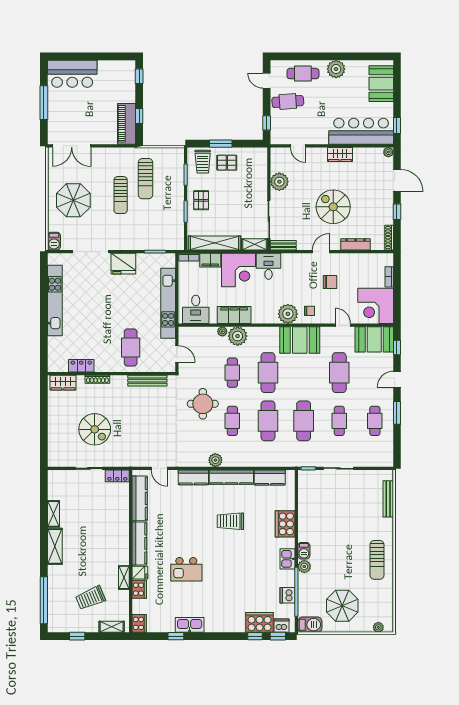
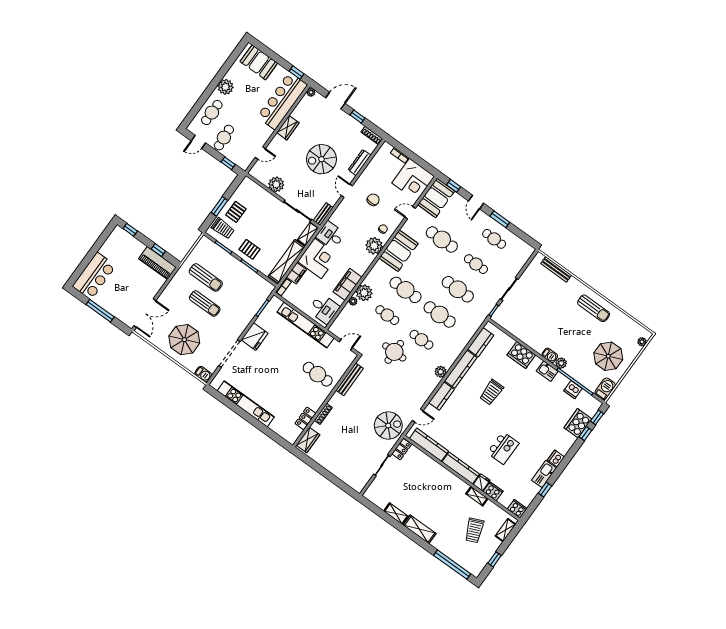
spiral stairs: (95, 429) -> (388, 426), moved
dishwasher: (281, 626) -> (556, 459), moved

